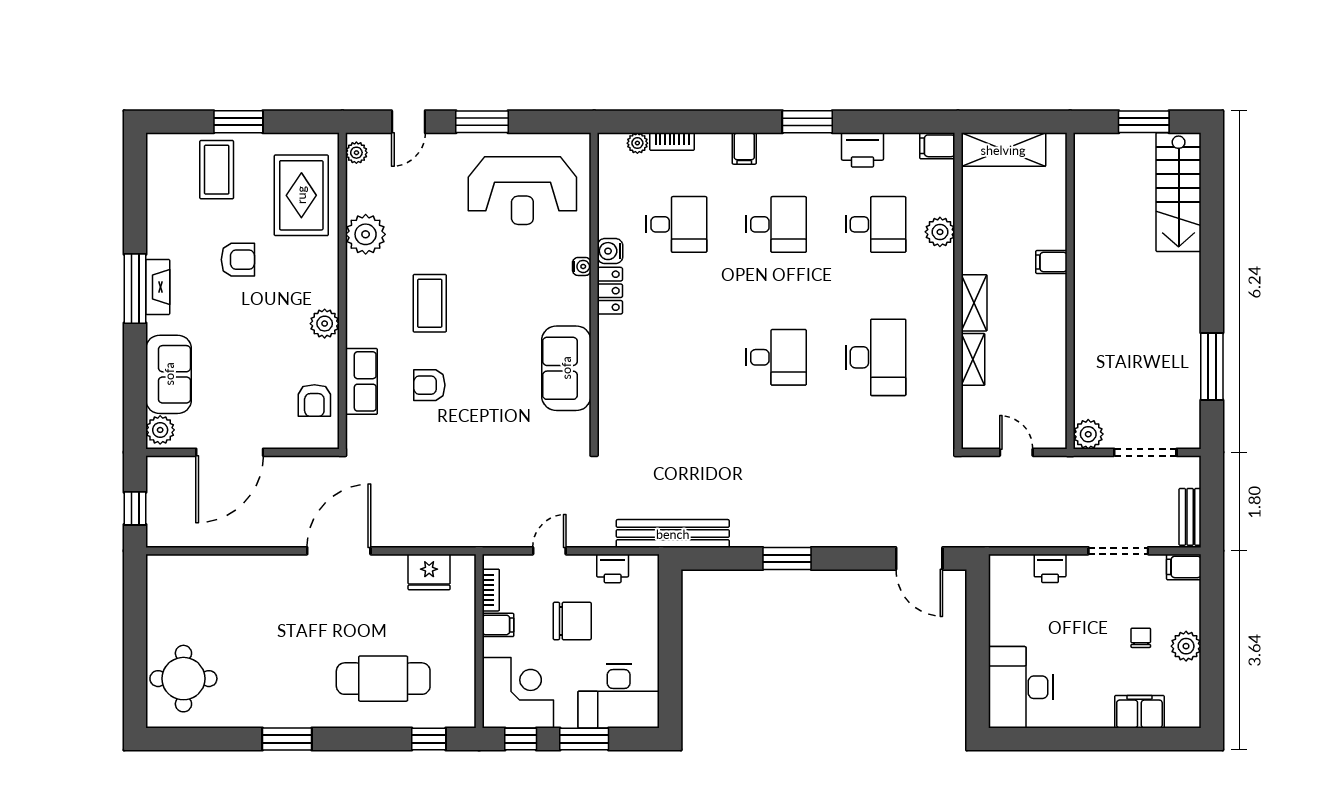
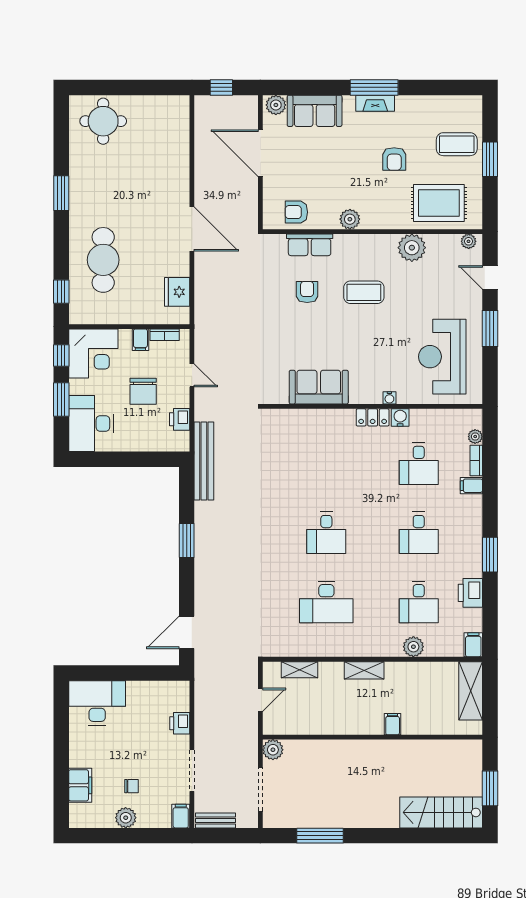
filing cabinet: (744, 148) -> (471, 486), moved
shelving: (973, 359) -> (299, 670), moved

